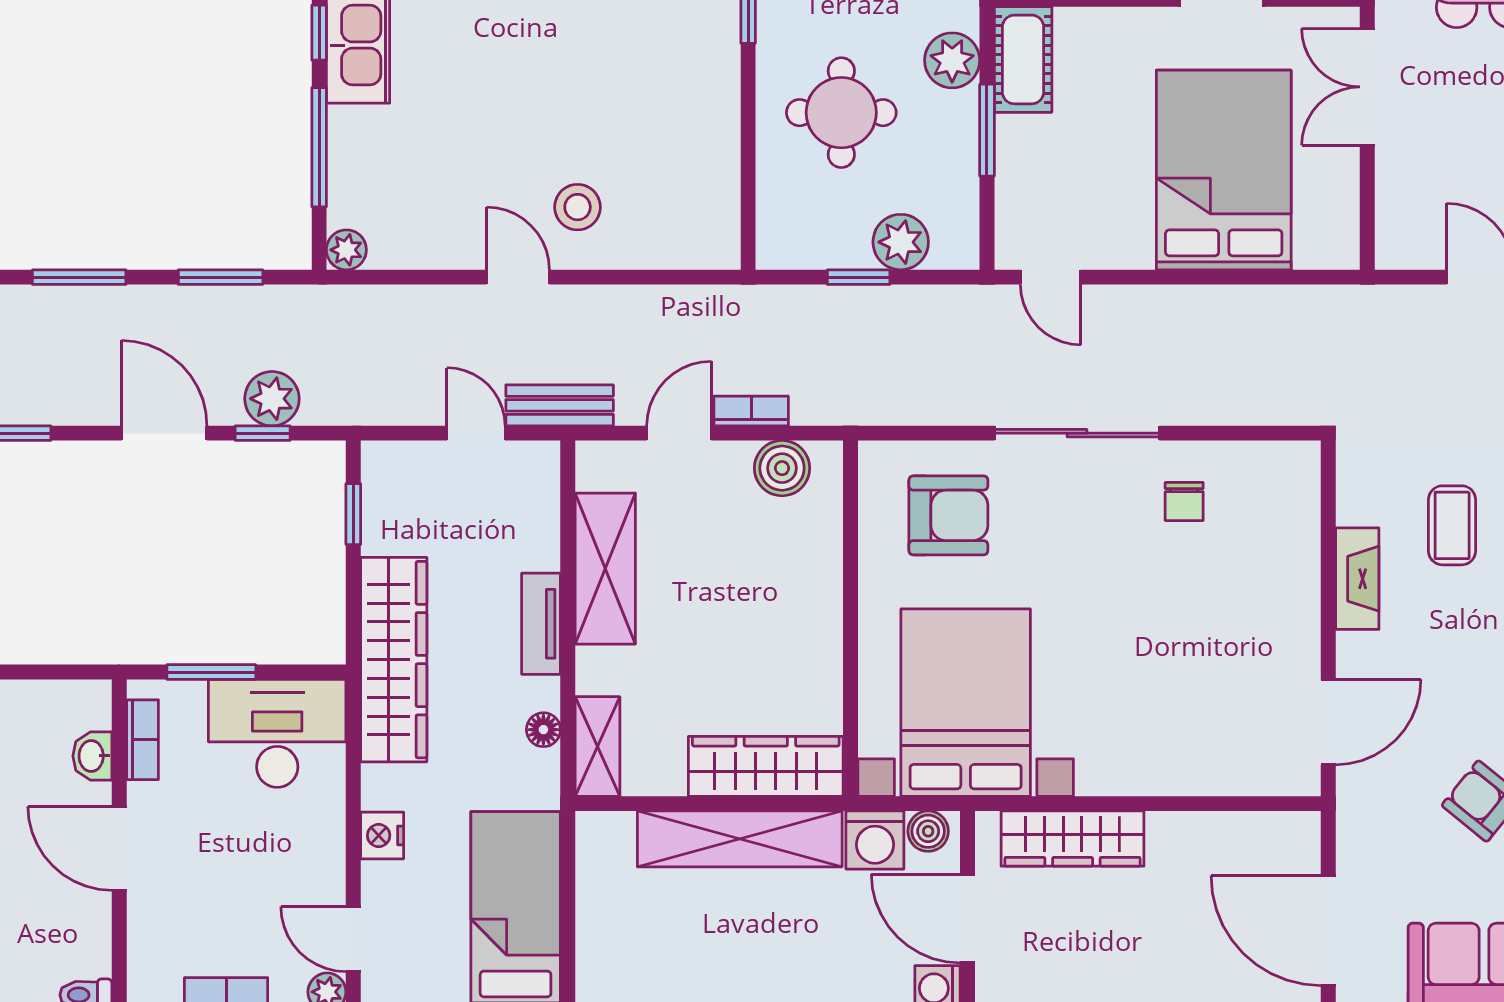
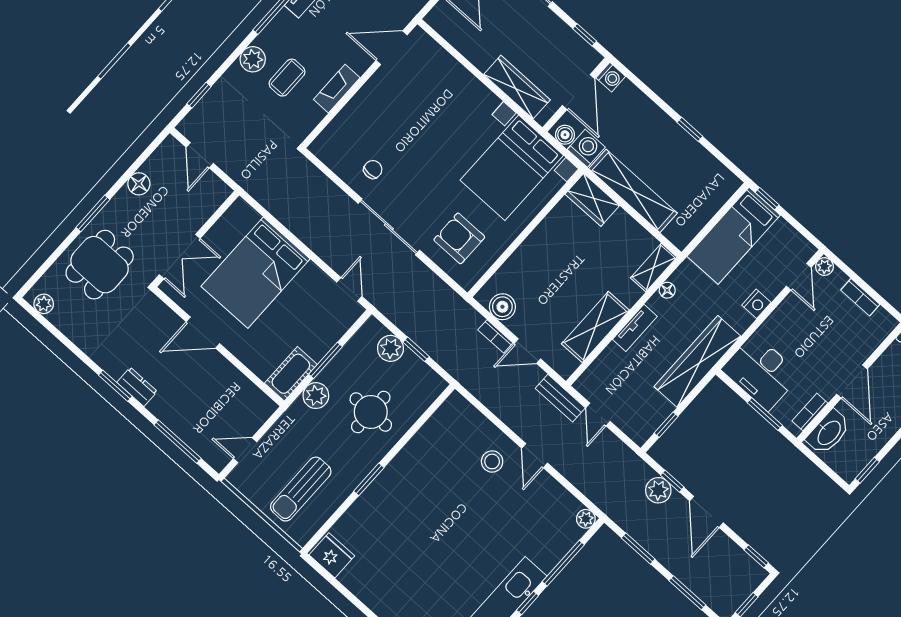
washbasin: (92, 756) -> (829, 432), width x1.91, depth x1.45
wardrobe: (766, 766) -> (592, 200), width x0.67

